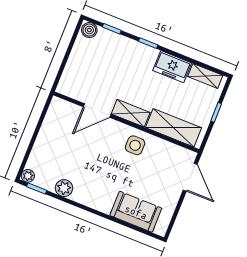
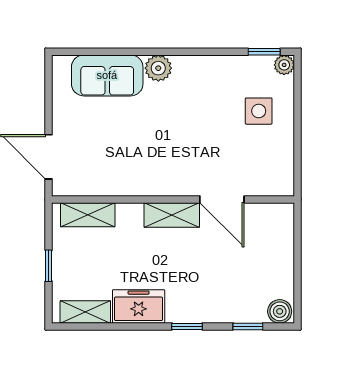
door: (97, 111) -> (222, 199), swing flipped
shelving: (174, 128) -> (88, 215), width x0.67, depth x0.75
side table: (135, 145) -> (259, 111), moved
plant: (64, 188) -> (158, 68), moved

